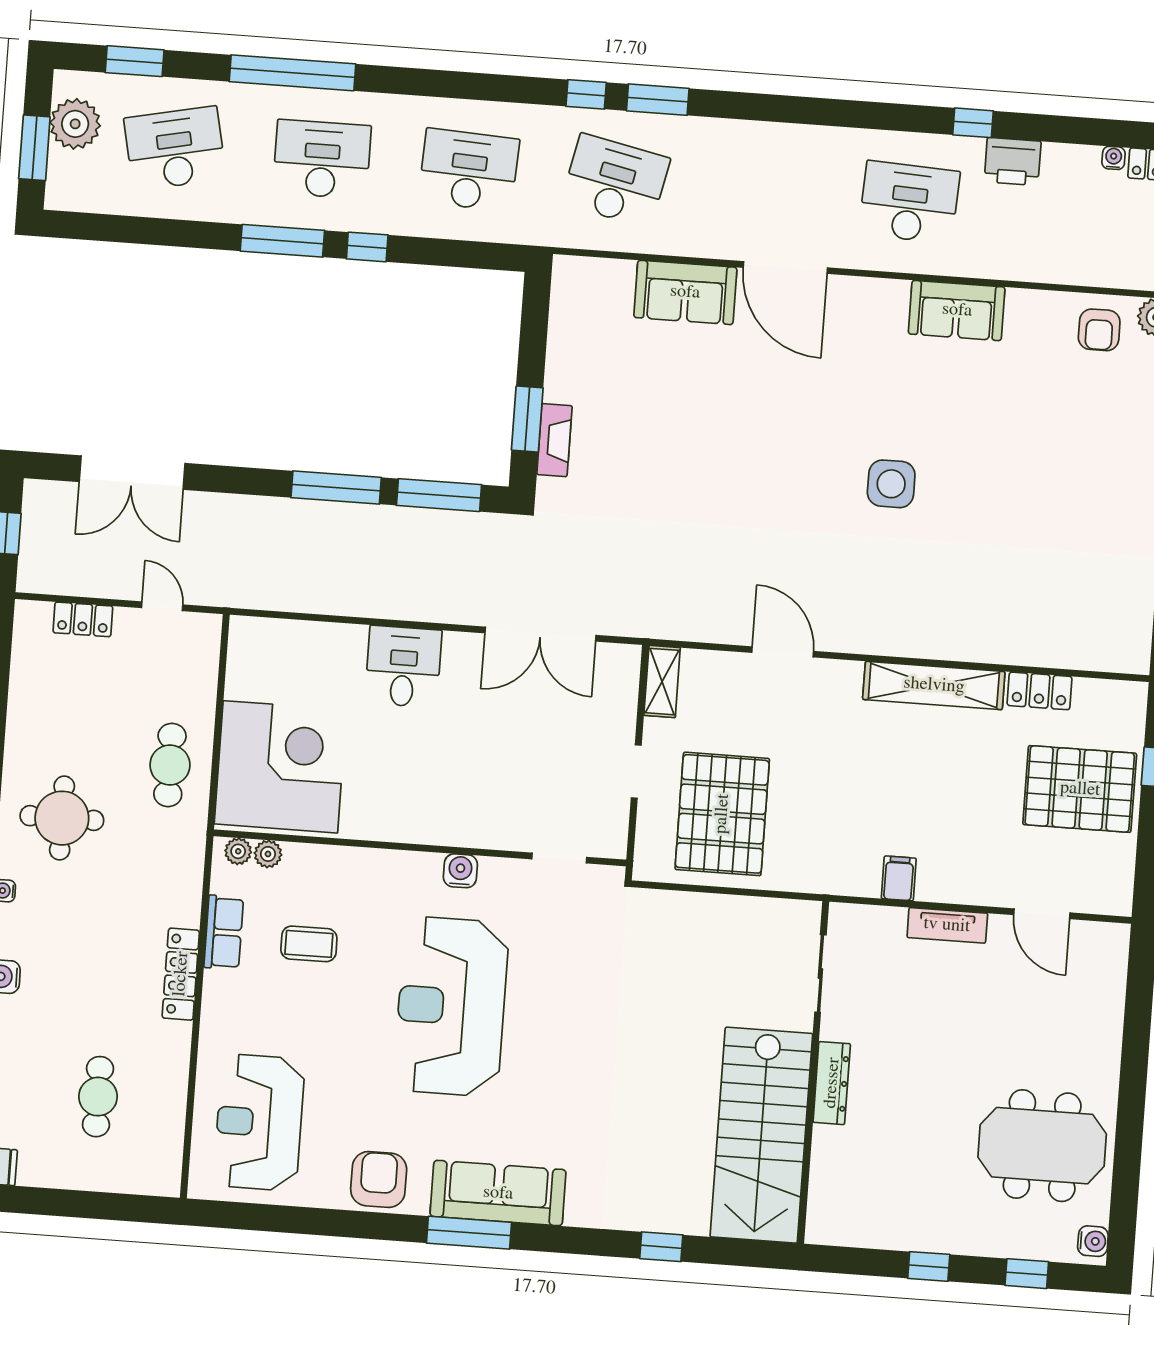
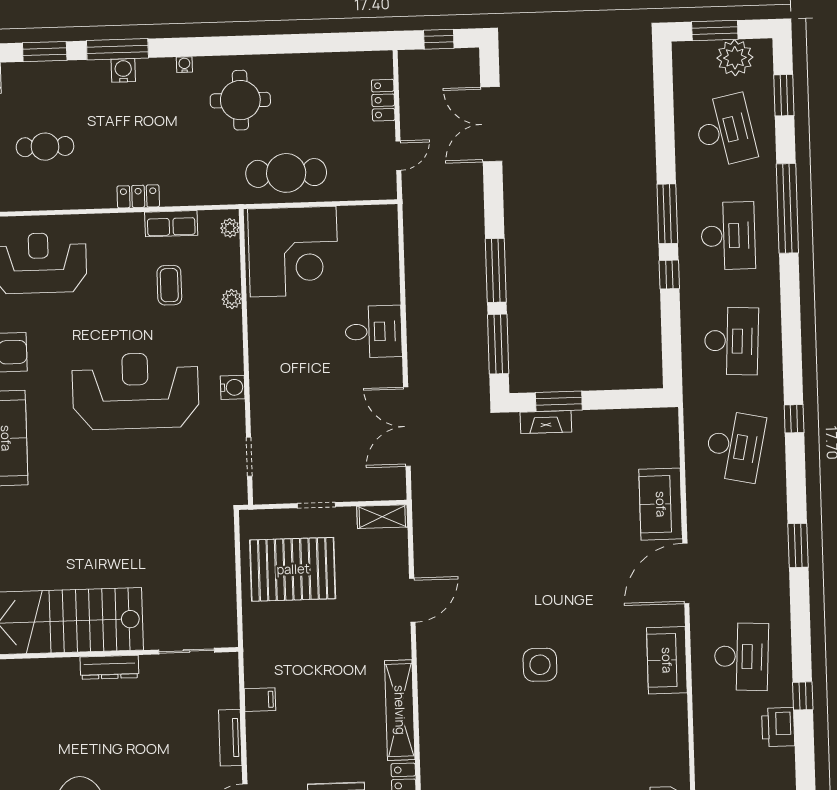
window: (658, 100) -> (798, 545), moved
sofa: (957, 310) -> (667, 660), moved
cafe table: (170, 765) -> (286, 173), width x1.37, depth x1.35
plant: (268, 854) -> (232, 299), moved
locker: (181, 974) -> (138, 196), width x0.66

